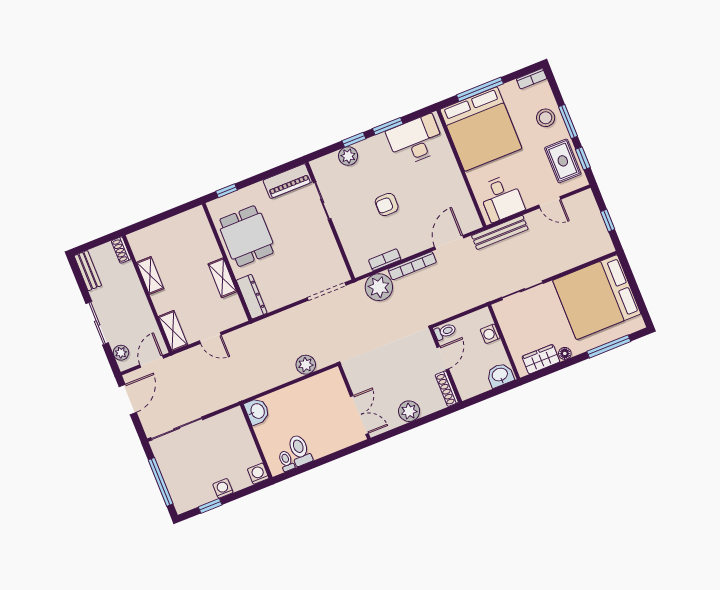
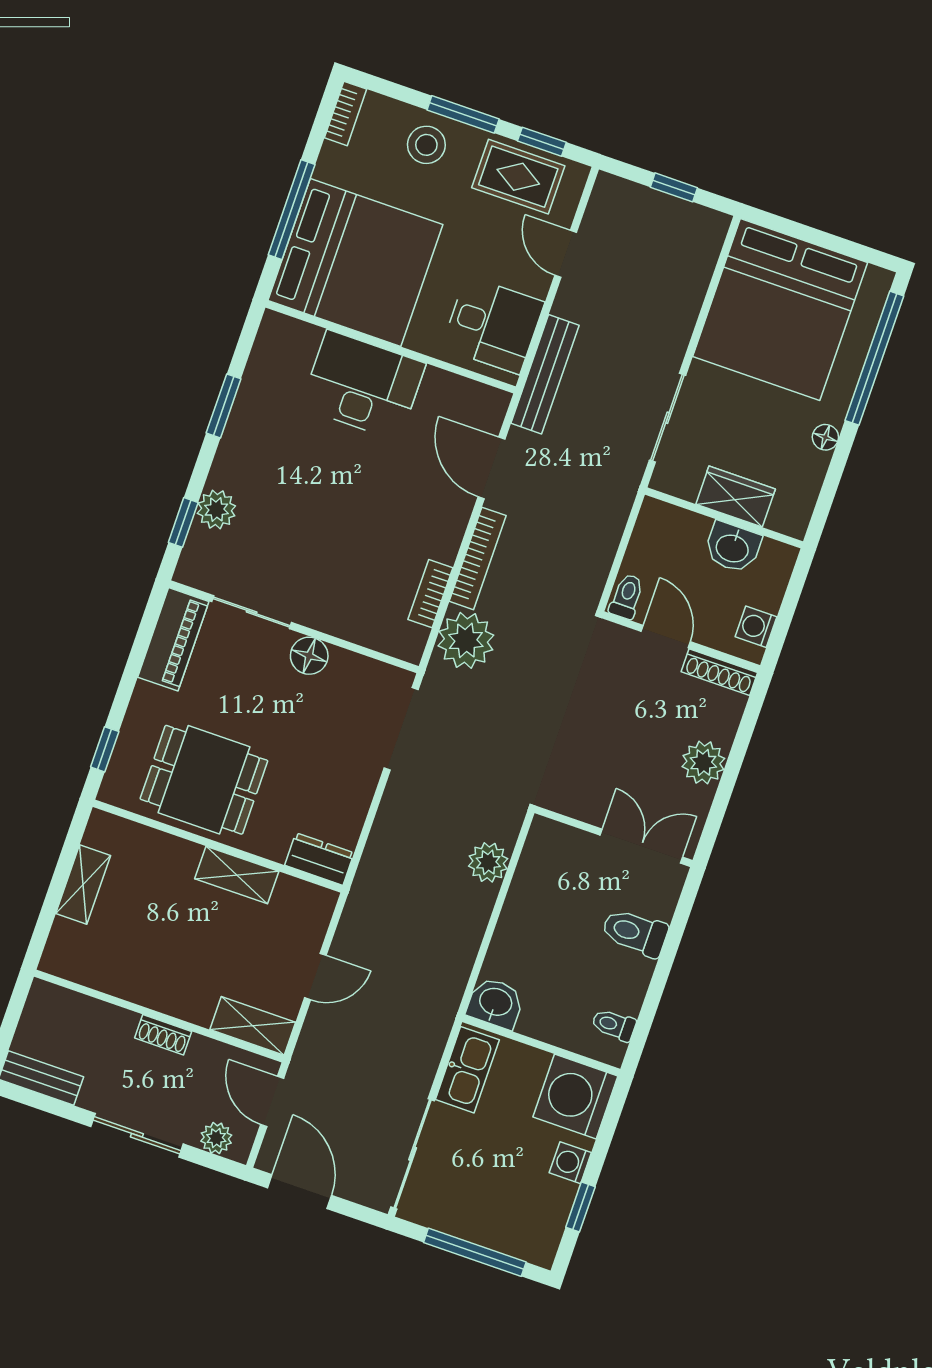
window: (354, 140) -> (183, 522), moved
desk: (416, 140) -> (363, 385), moved, turned 90
door: (550, 202) -> (566, 254), swing flipped
armchair: (387, 205) -> (346, 515), removed
floor lamp: (324, 235) -> (309, 656), added
shoe rack: (121, 250) -> (163, 1035), moved
shelving: (150, 275) -> (83, 885), moved, turned 90
dresser: (252, 297) -> (319, 859), width x0.70
washing machine: (490, 334) -> (756, 627), moved, turned 90
window: (609, 346) -> (874, 358), width x1.46
wardrobe: (541, 359) -> (736, 497), moved, turned 90
washbasin: (500, 375) -> (733, 547), moved, turned -90
kitchen sink: (224, 422) -> (467, 1070), added
toilet: (300, 450) -> (635, 932), moved
washing machine: (258, 474) -> (575, 1097), width x1.89, depth x1.89

